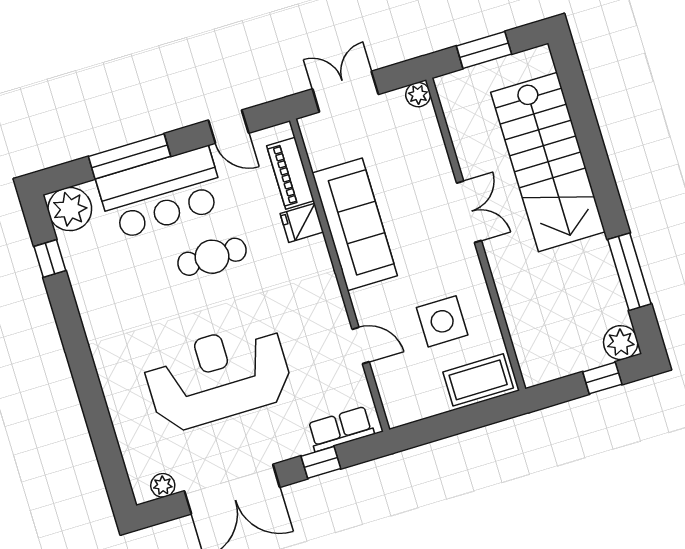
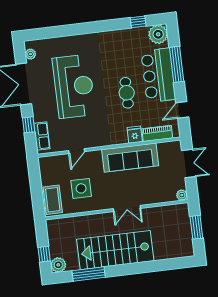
stairs: (548, 162) -> (115, 250), moved

